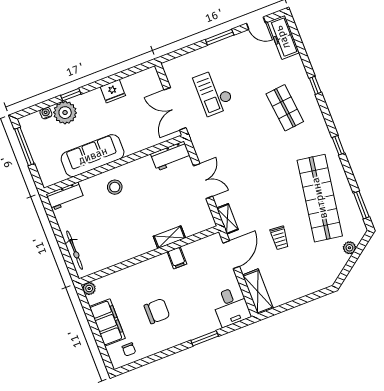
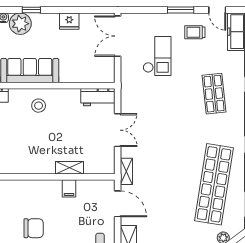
checkout: (214, 92) -> (157, 56), turned 180
double door: (175, 109) -> (118, 36), moved
trolley: (280, 238) -> (195, 32), moved, turned 85
door: (231, 255) -> (118, 204), hinge flipped

